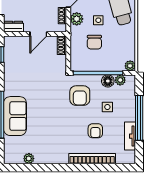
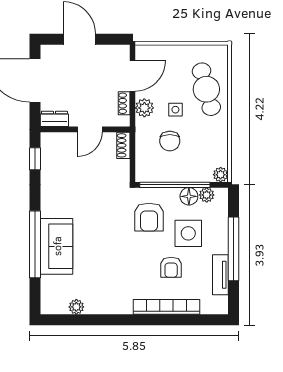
side table: (107, 107) -> (188, 233), width x1.87, depth x1.87

